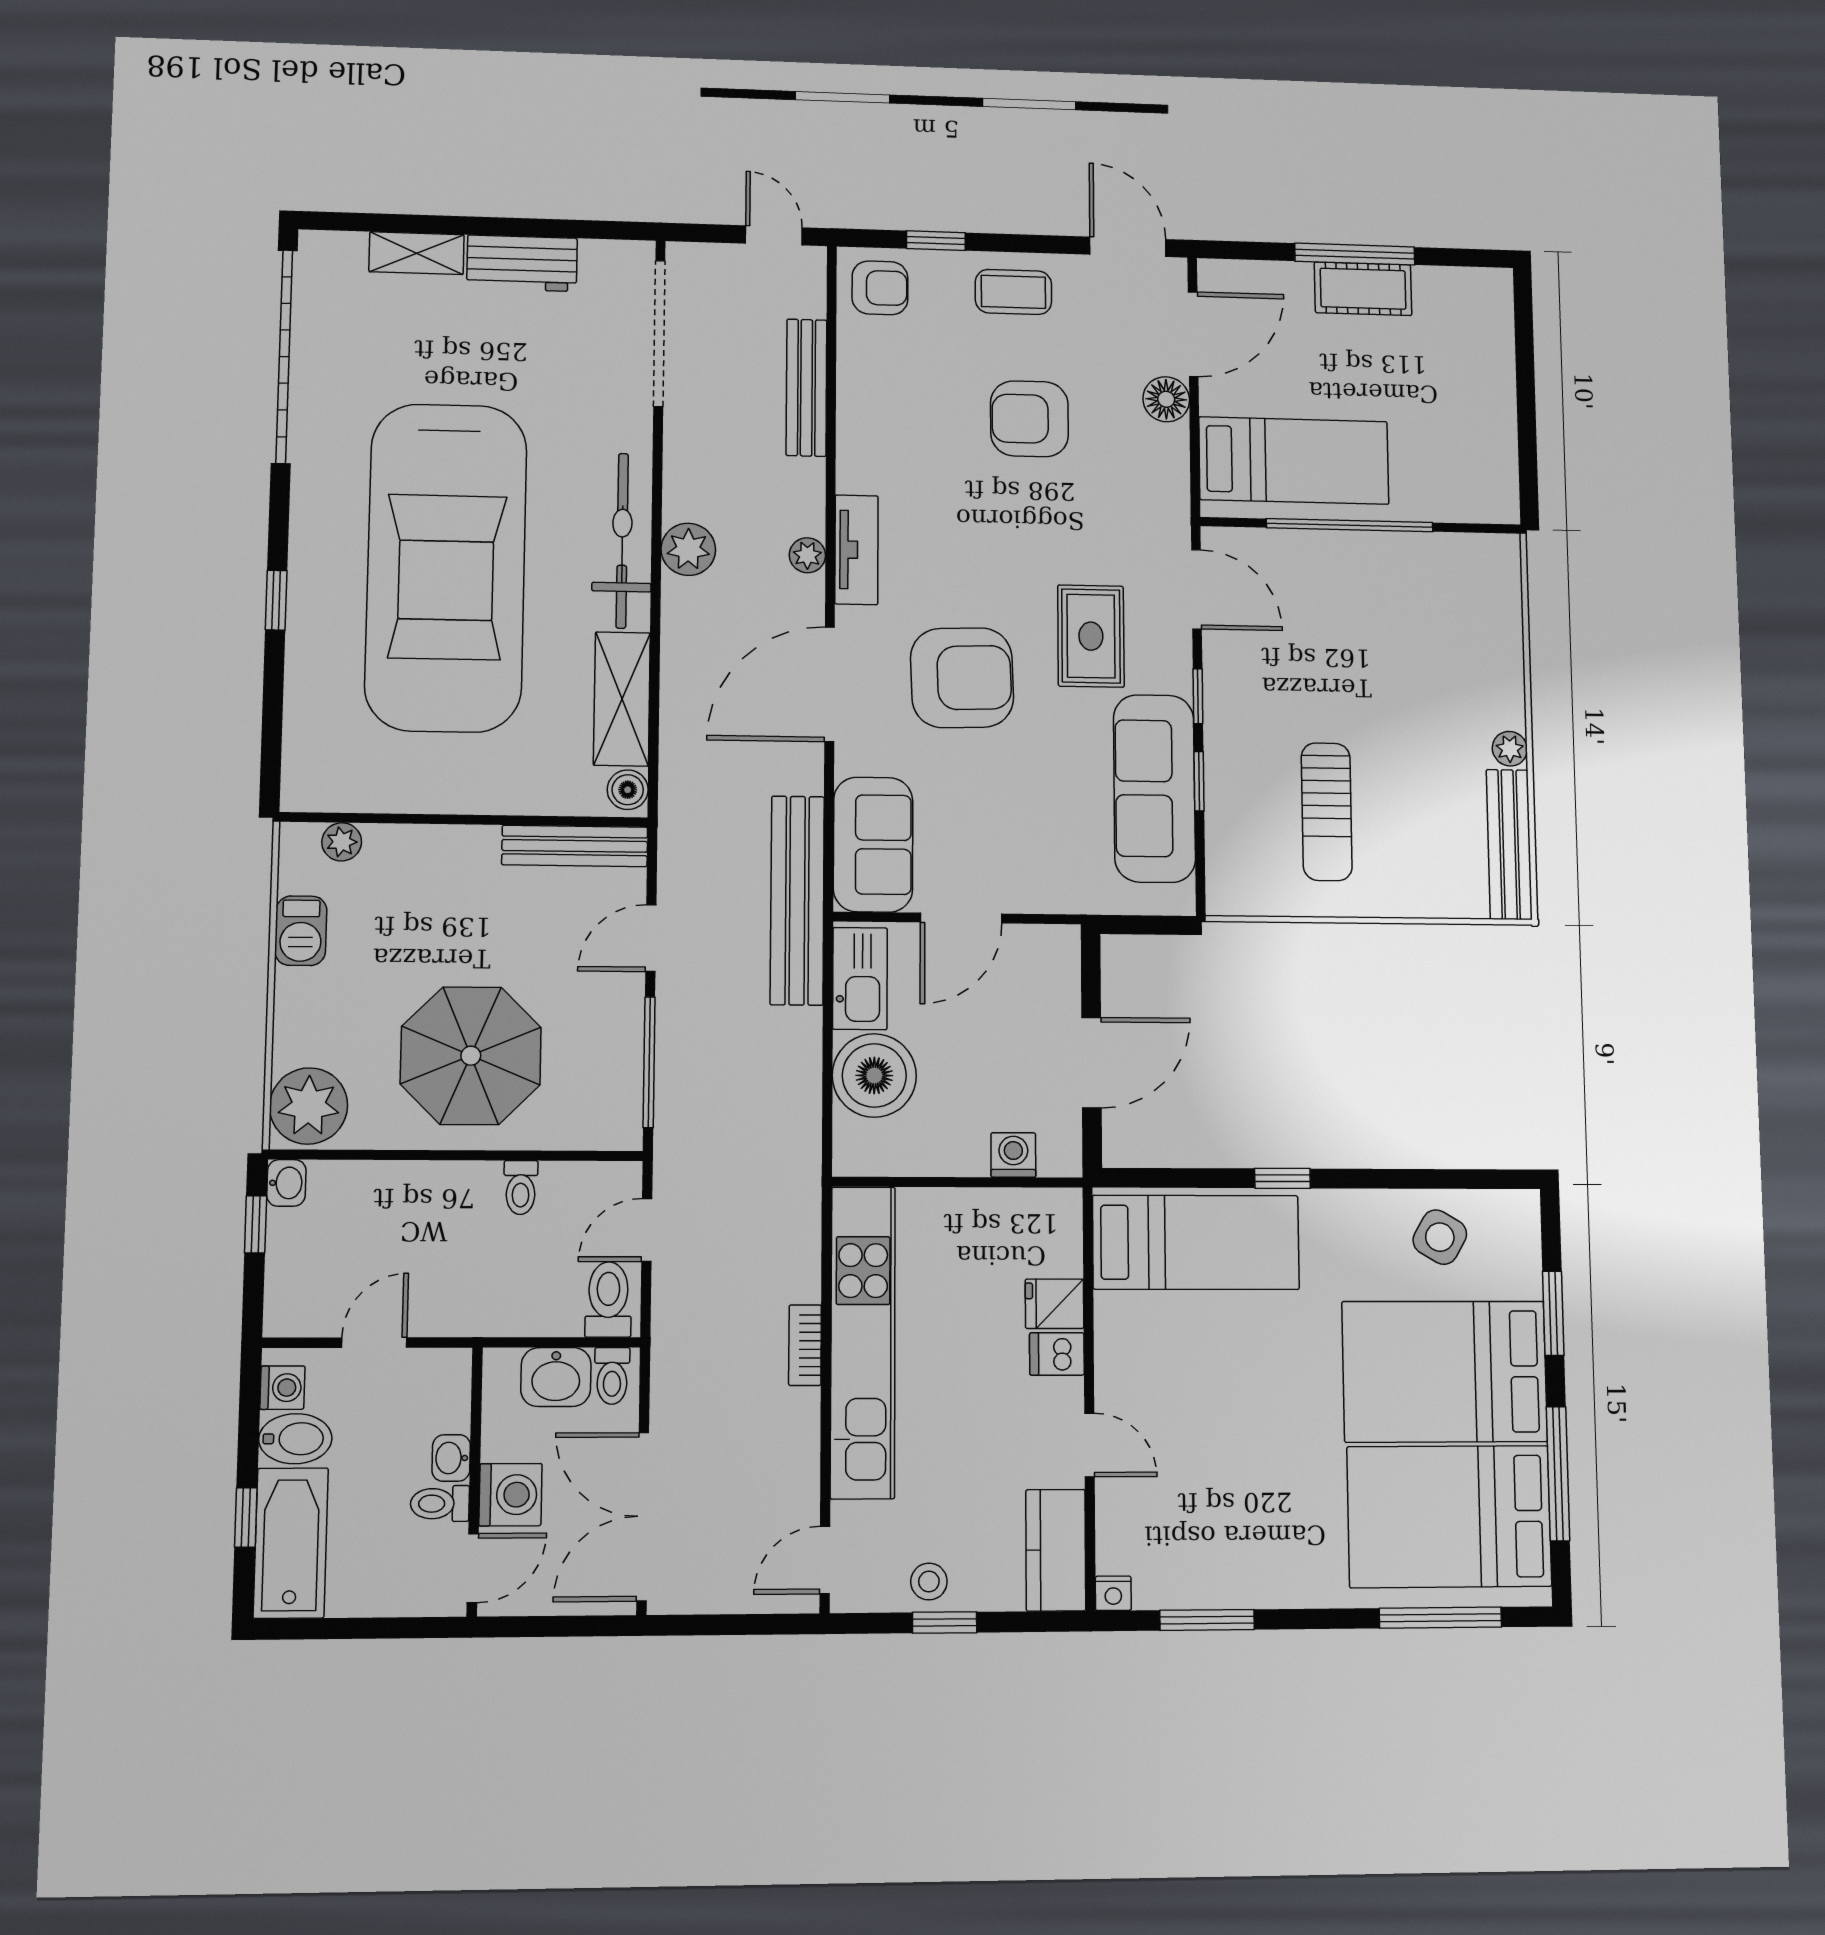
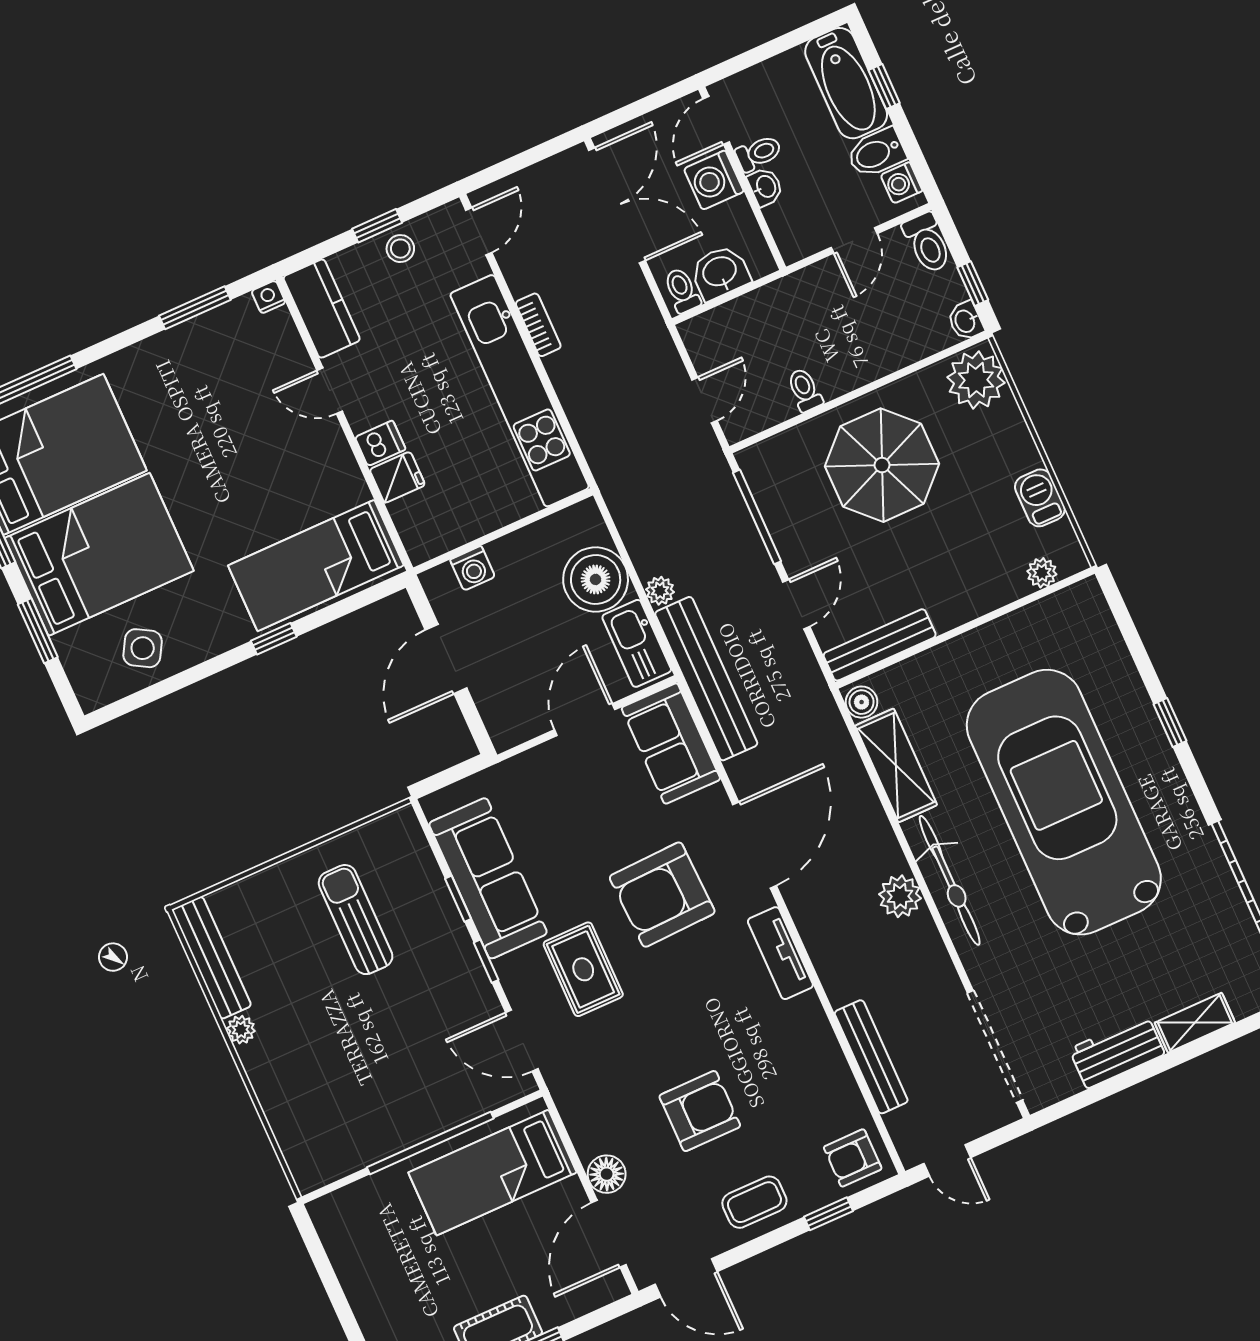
plant: (807, 555) -> (660, 591), moved
toilet: (608, 1299) -> (927, 243), moved
bookcase: (805, 1345) -> (538, 325), moved

